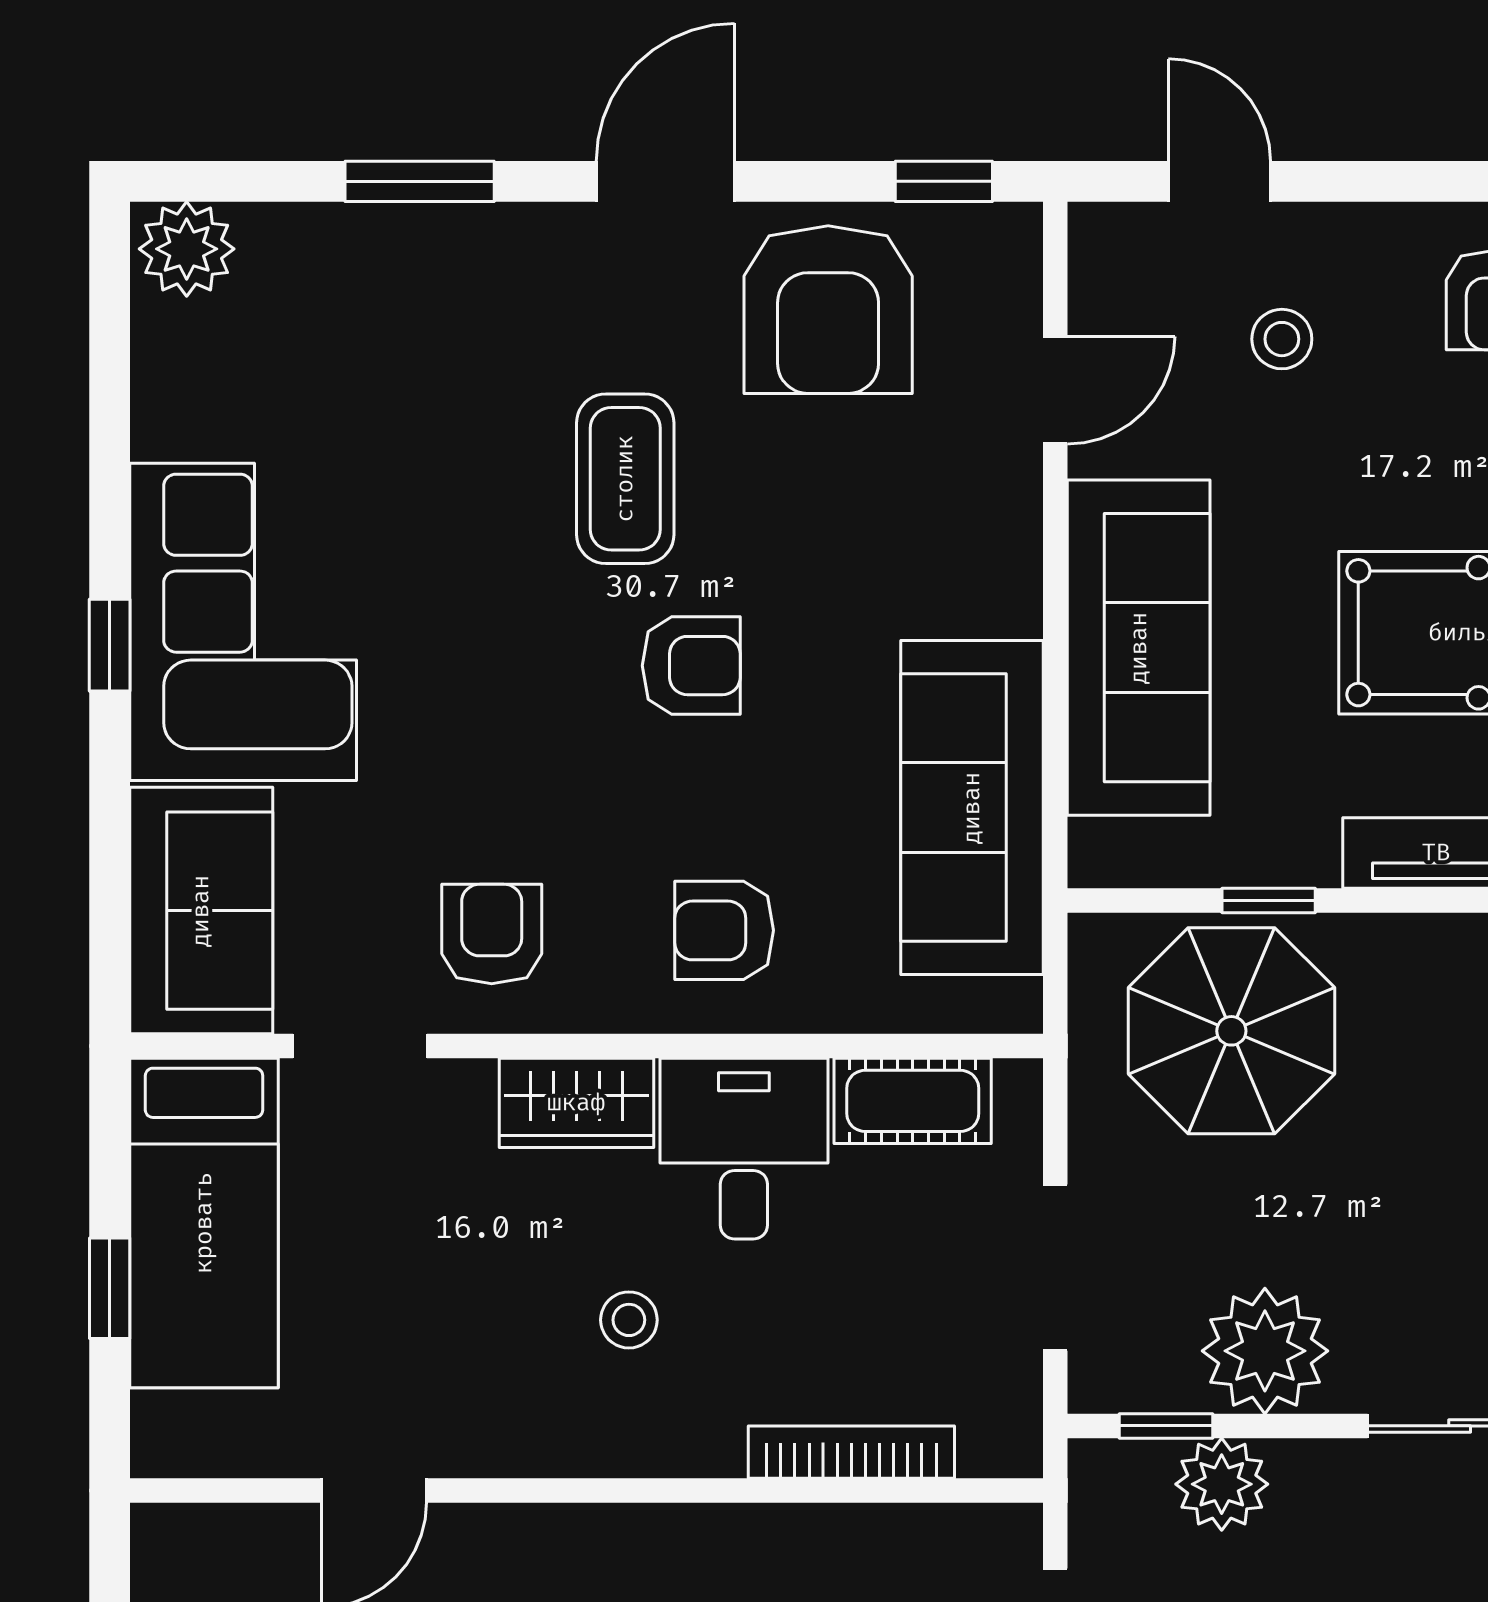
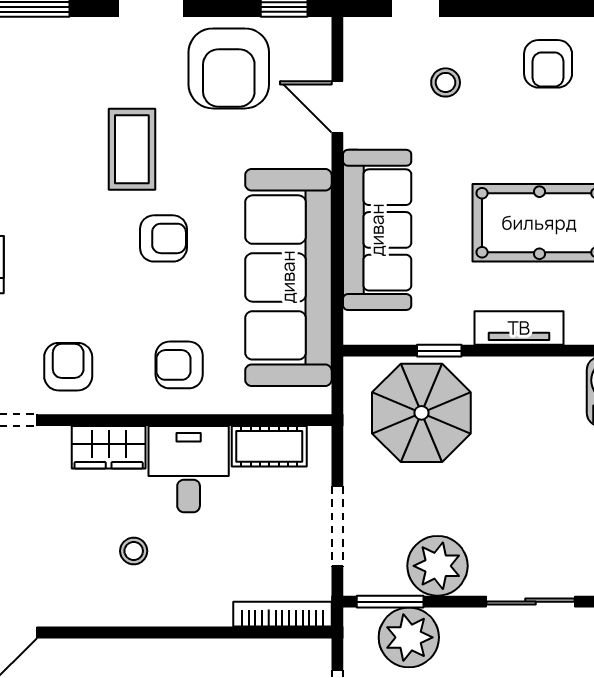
door: (1055, 390) -> (337, 107), swing flipped
sofa: (972, 808) -> (288, 277), width x1.36, depth x1.27
window: (1166, 1426) -> (390, 602), width x1.50
bookcase: (851, 1452) -> (282, 614), moved
plant: (1222, 1484) -> (409, 637), width x1.36, depth x1.36

